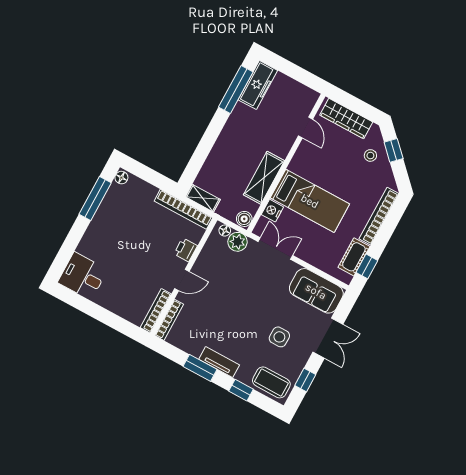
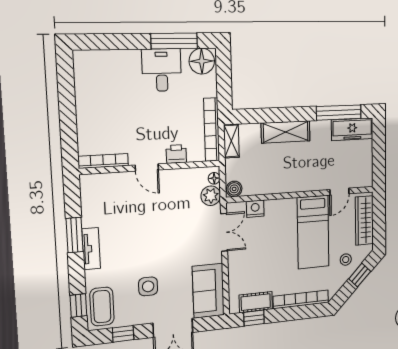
floor lamp: (121, 178) -> (202, 61), width x1.89, depth x1.89
shelving: (264, 178) -> (286, 132), moved
bed: (310, 201) -> (313, 232), moved
desk: (83, 276) -> (162, 70), moved
bookcase: (169, 320) -> (102, 179), removed
window: (241, 390) -> (78, 305), moved

